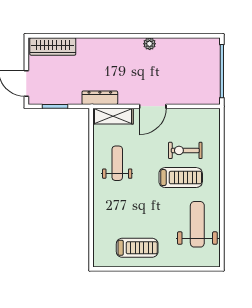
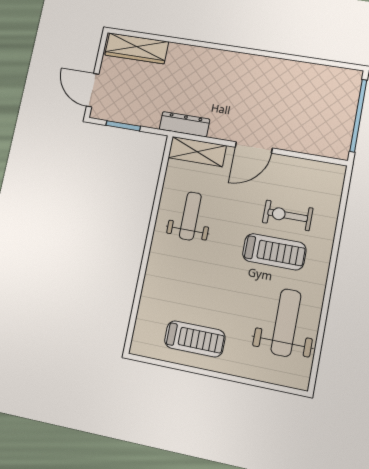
plant: (150, 44) -> (265, 64), removed

